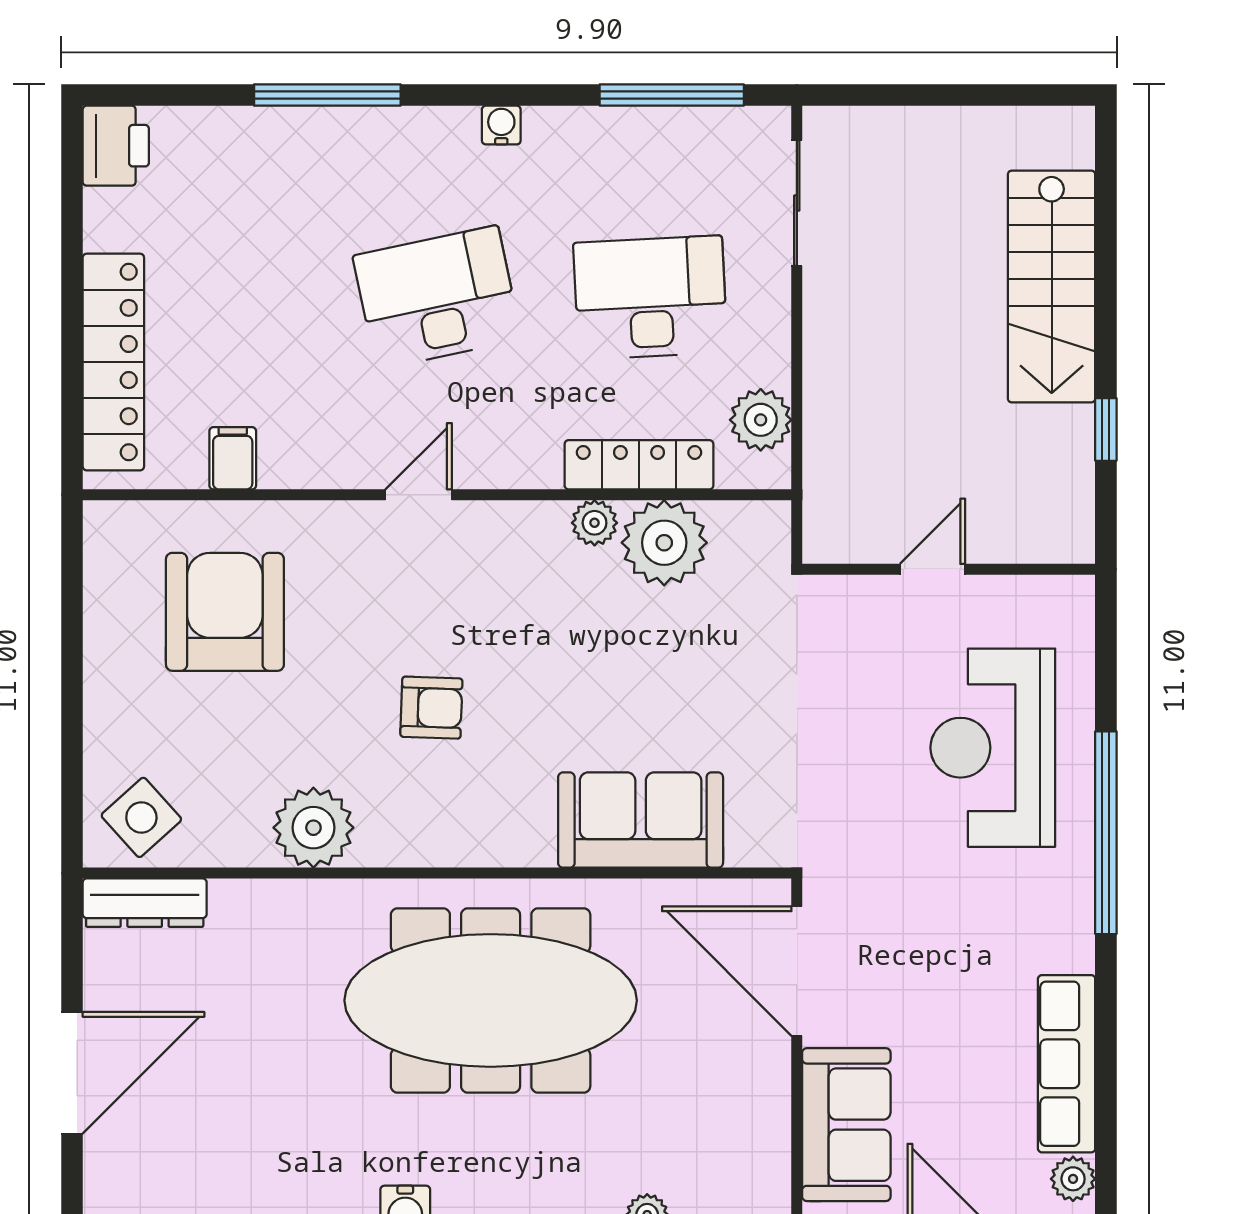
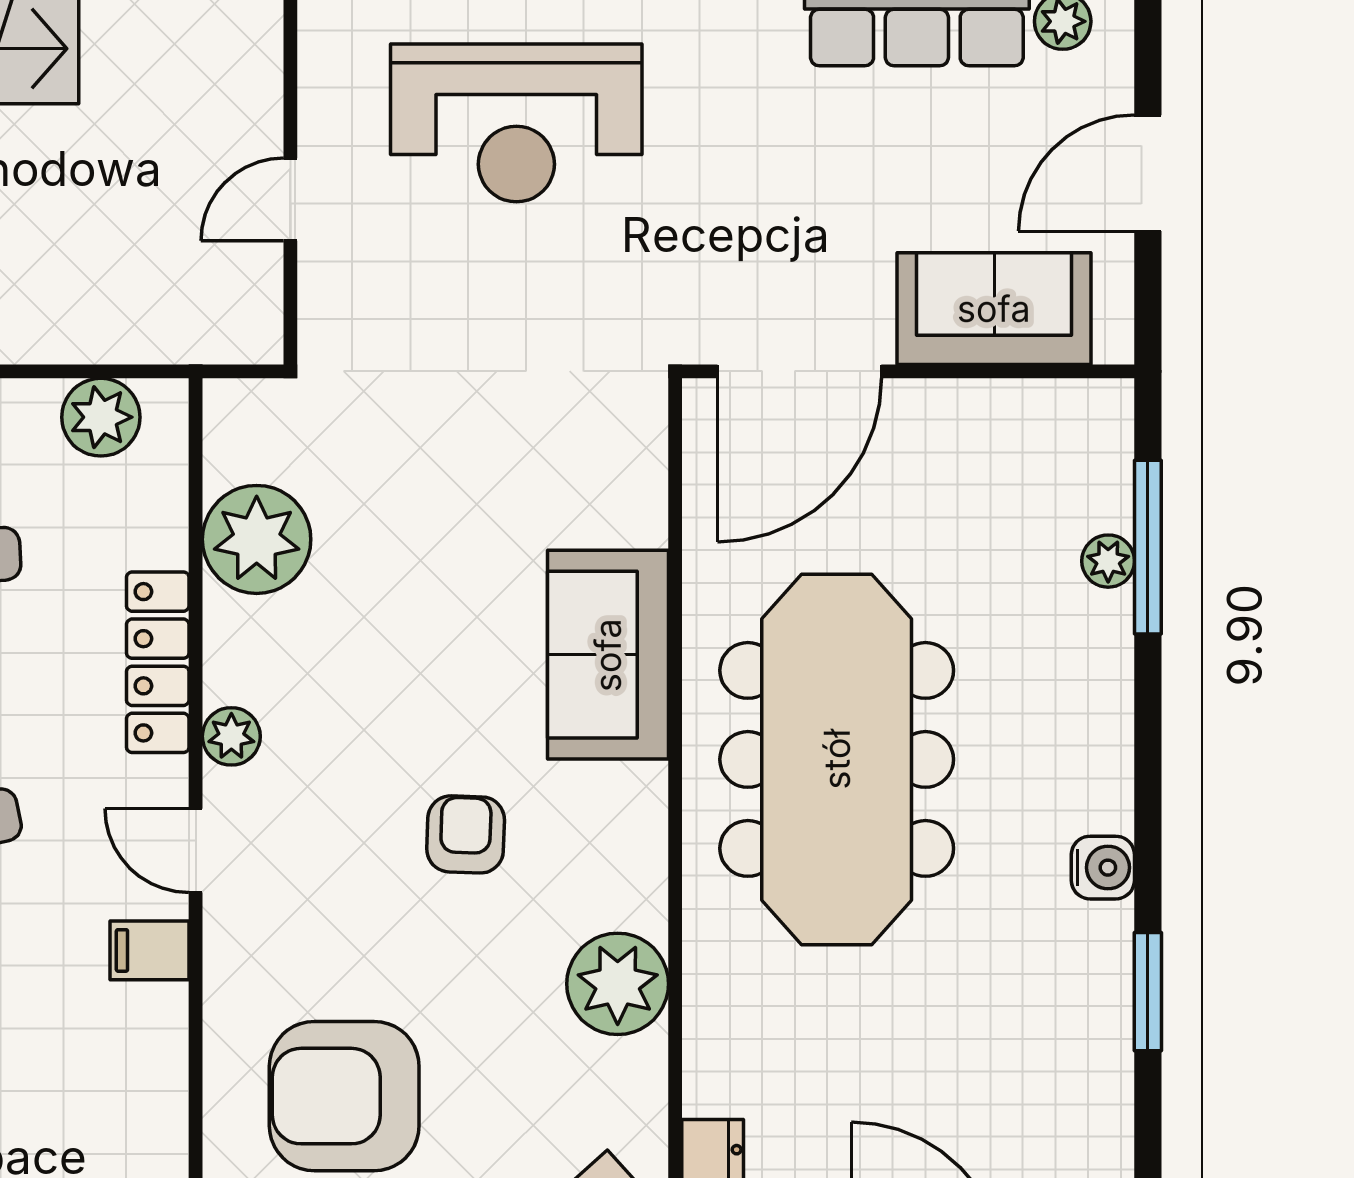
filing cabinet: (233, 458) -> (150, 950), moved
locker: (639, 465) -> (158, 662), moved
plant: (595, 523) -> (231, 736), moved
door: (933, 569) -> (290, 199), hinge flipped
sofa: (641, 820) -> (608, 655), moved

